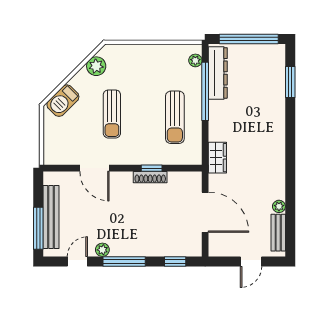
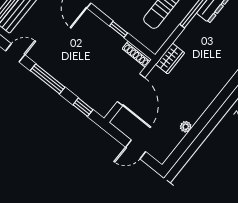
shoe rack: (150, 177) -> (137, 54), moved
bench: (278, 233) -> (171, 144), removed
plant: (102, 250) -> (39, 59), removed

